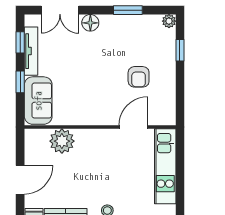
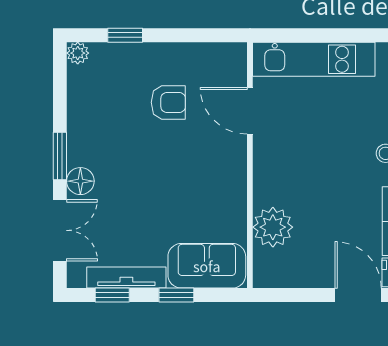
window: (128, 10) -> (60, 156), moved
door: (20, 180) -> (358, 295), moved

